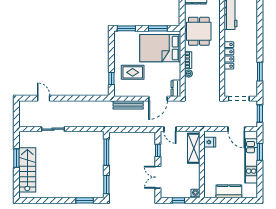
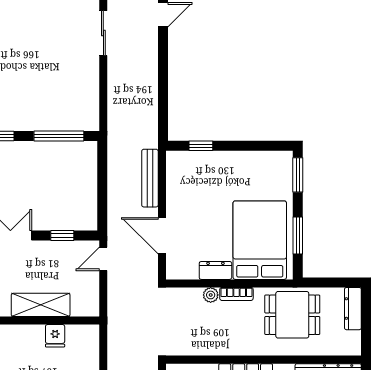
rug: (133, 72) -> (213, 187), removed
dresser: (176, 88) -> (215, 270), moved
fridge: (210, 142) -> (55, 336), moved
shelving: (194, 148) -> (41, 305), moved

